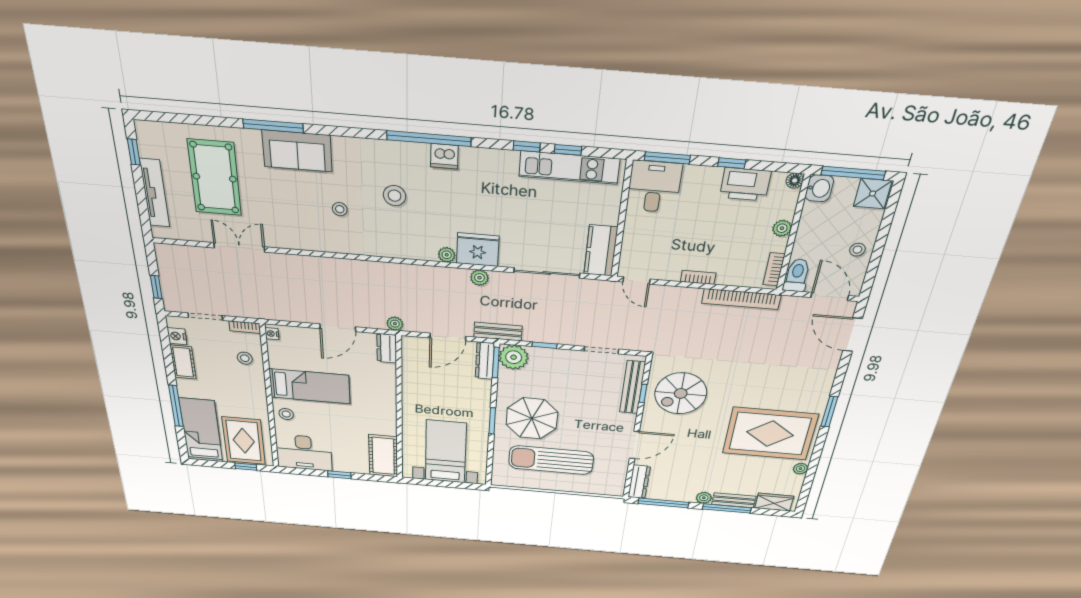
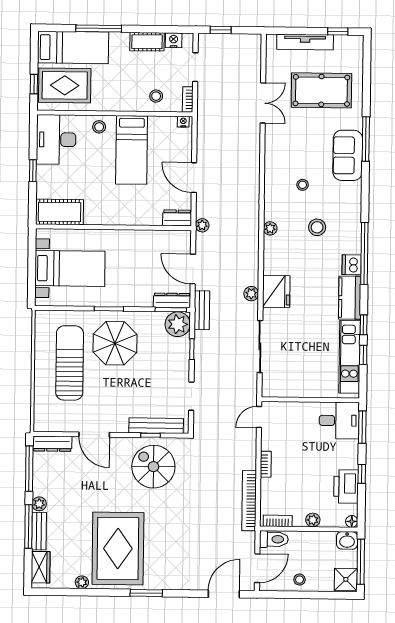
kitchen counter: (601, 251) -> (350, 298), moved, turned -90
plant: (447, 255) -> (270, 228), moved

